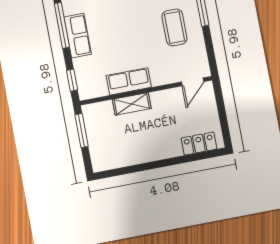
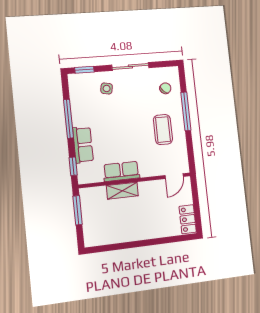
row of seats: (78, 36) -> (83, 145), moved
locker: (199, 144) -> (188, 219), moved, turned -90

